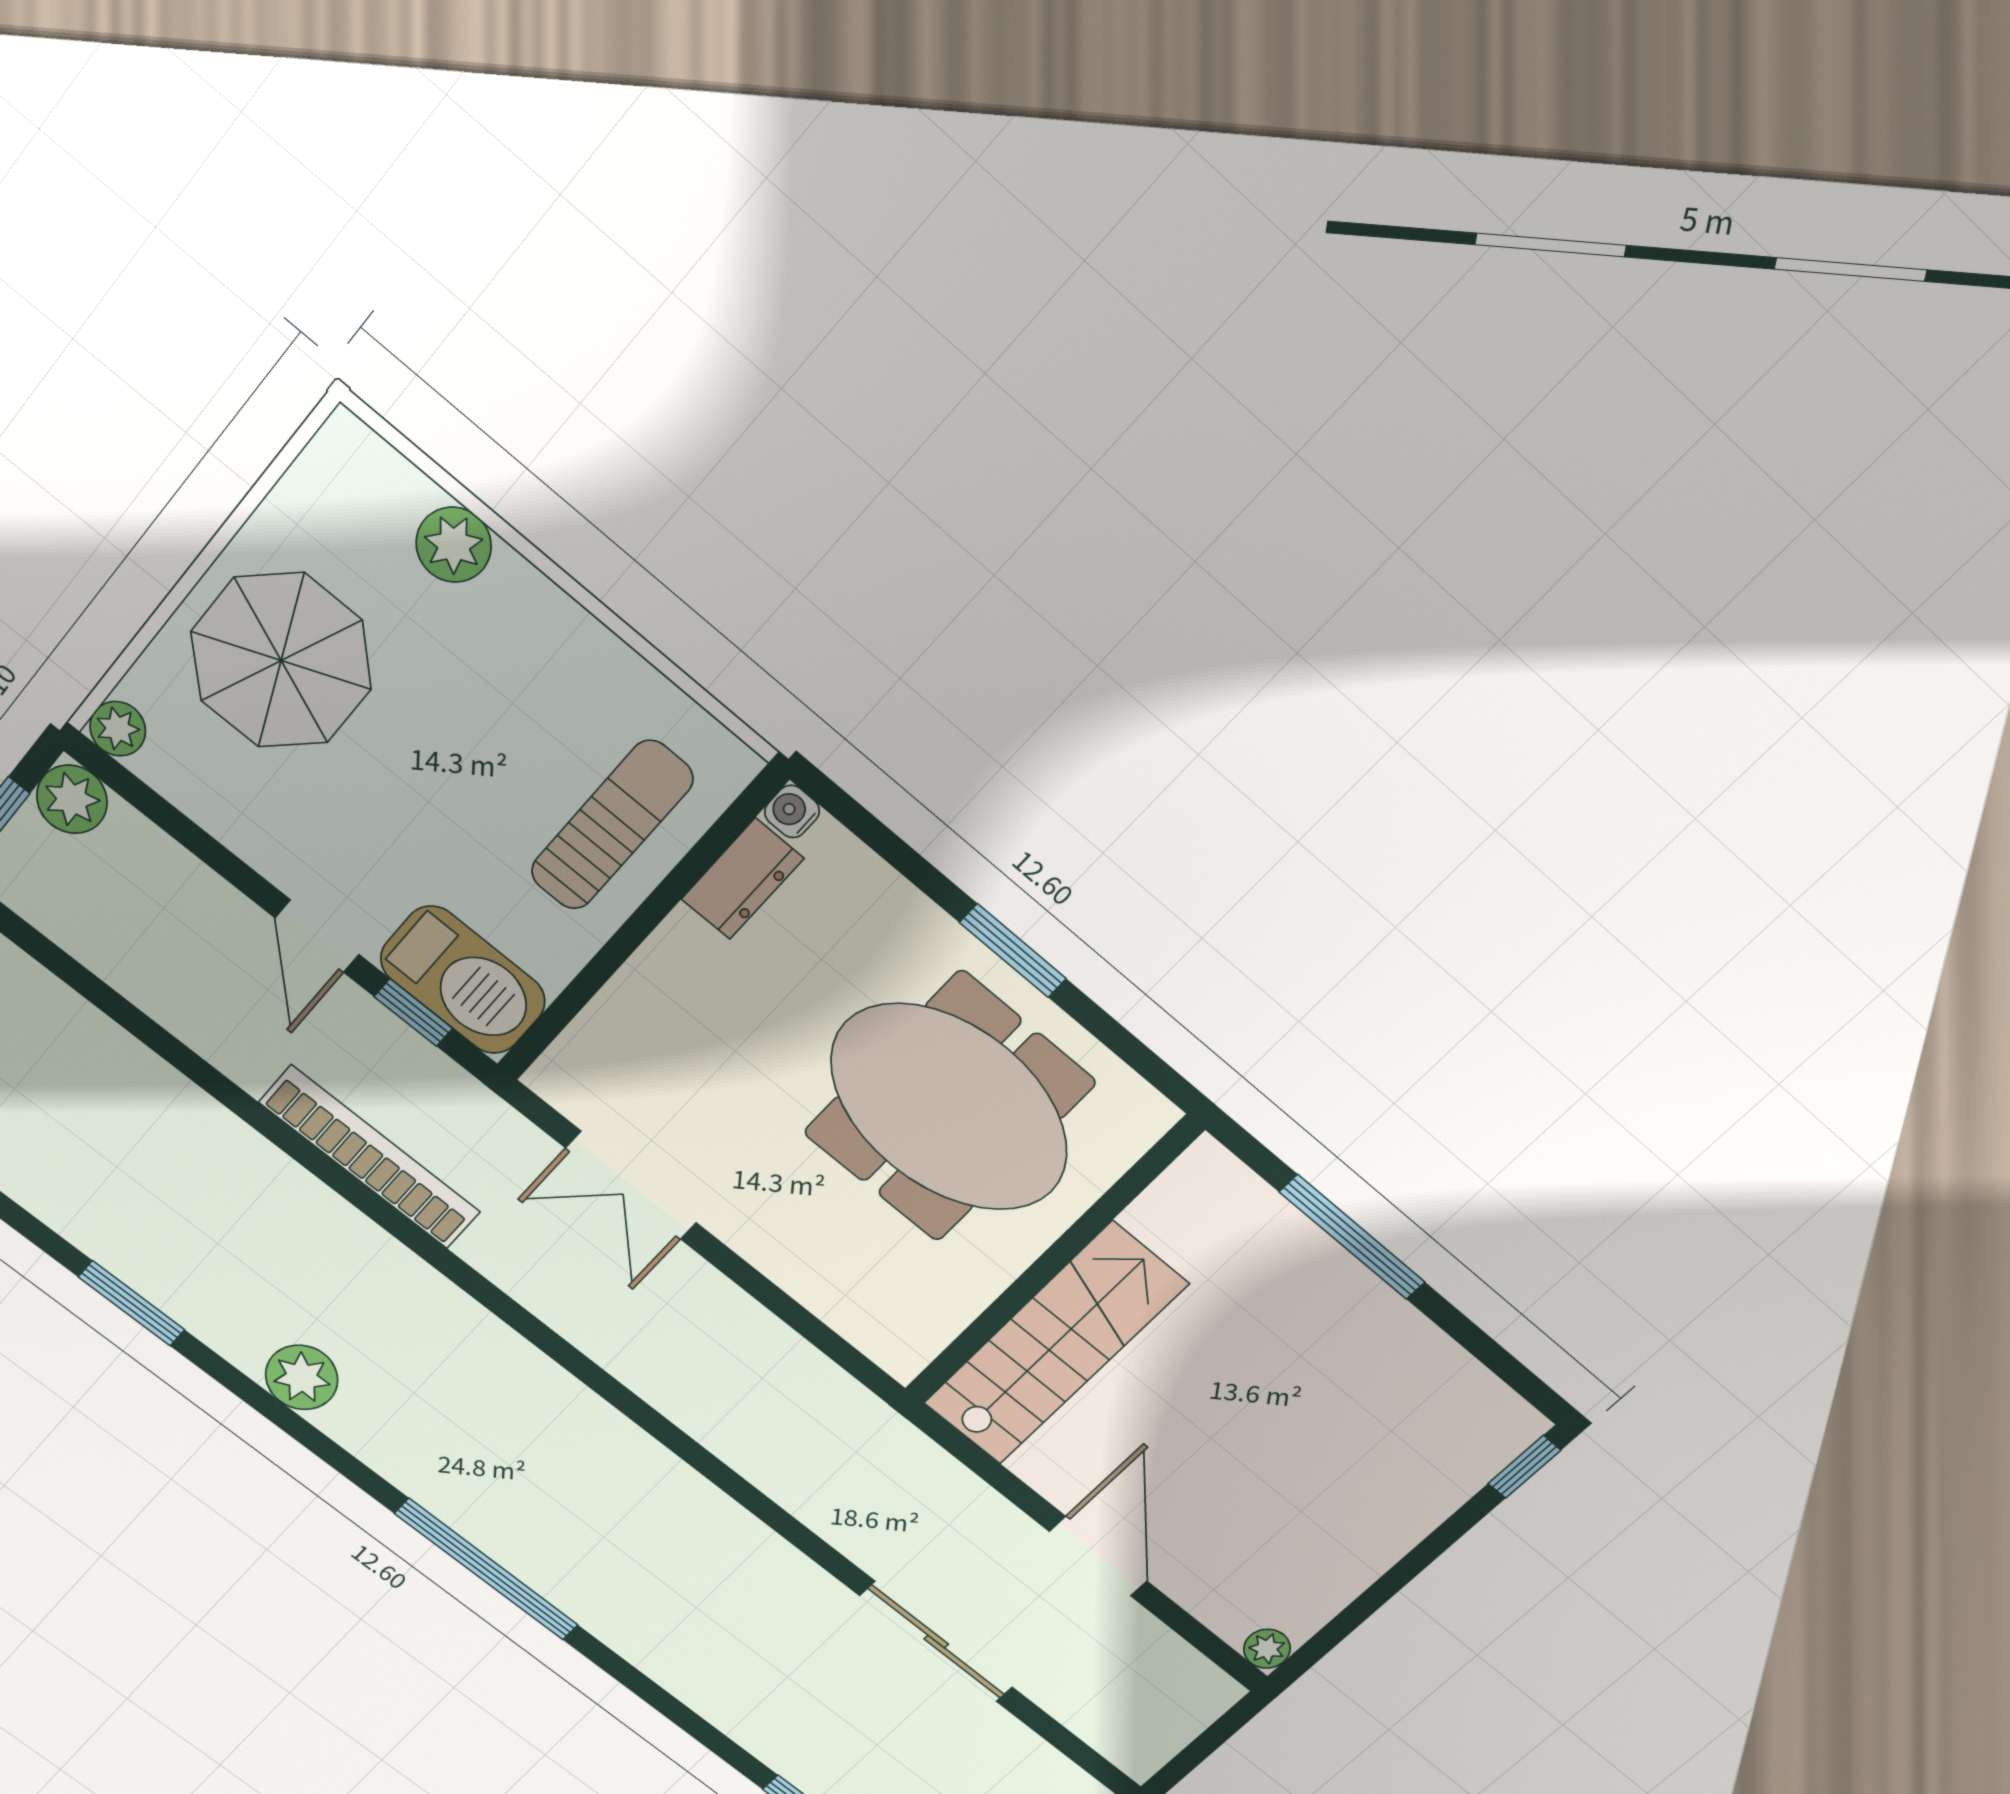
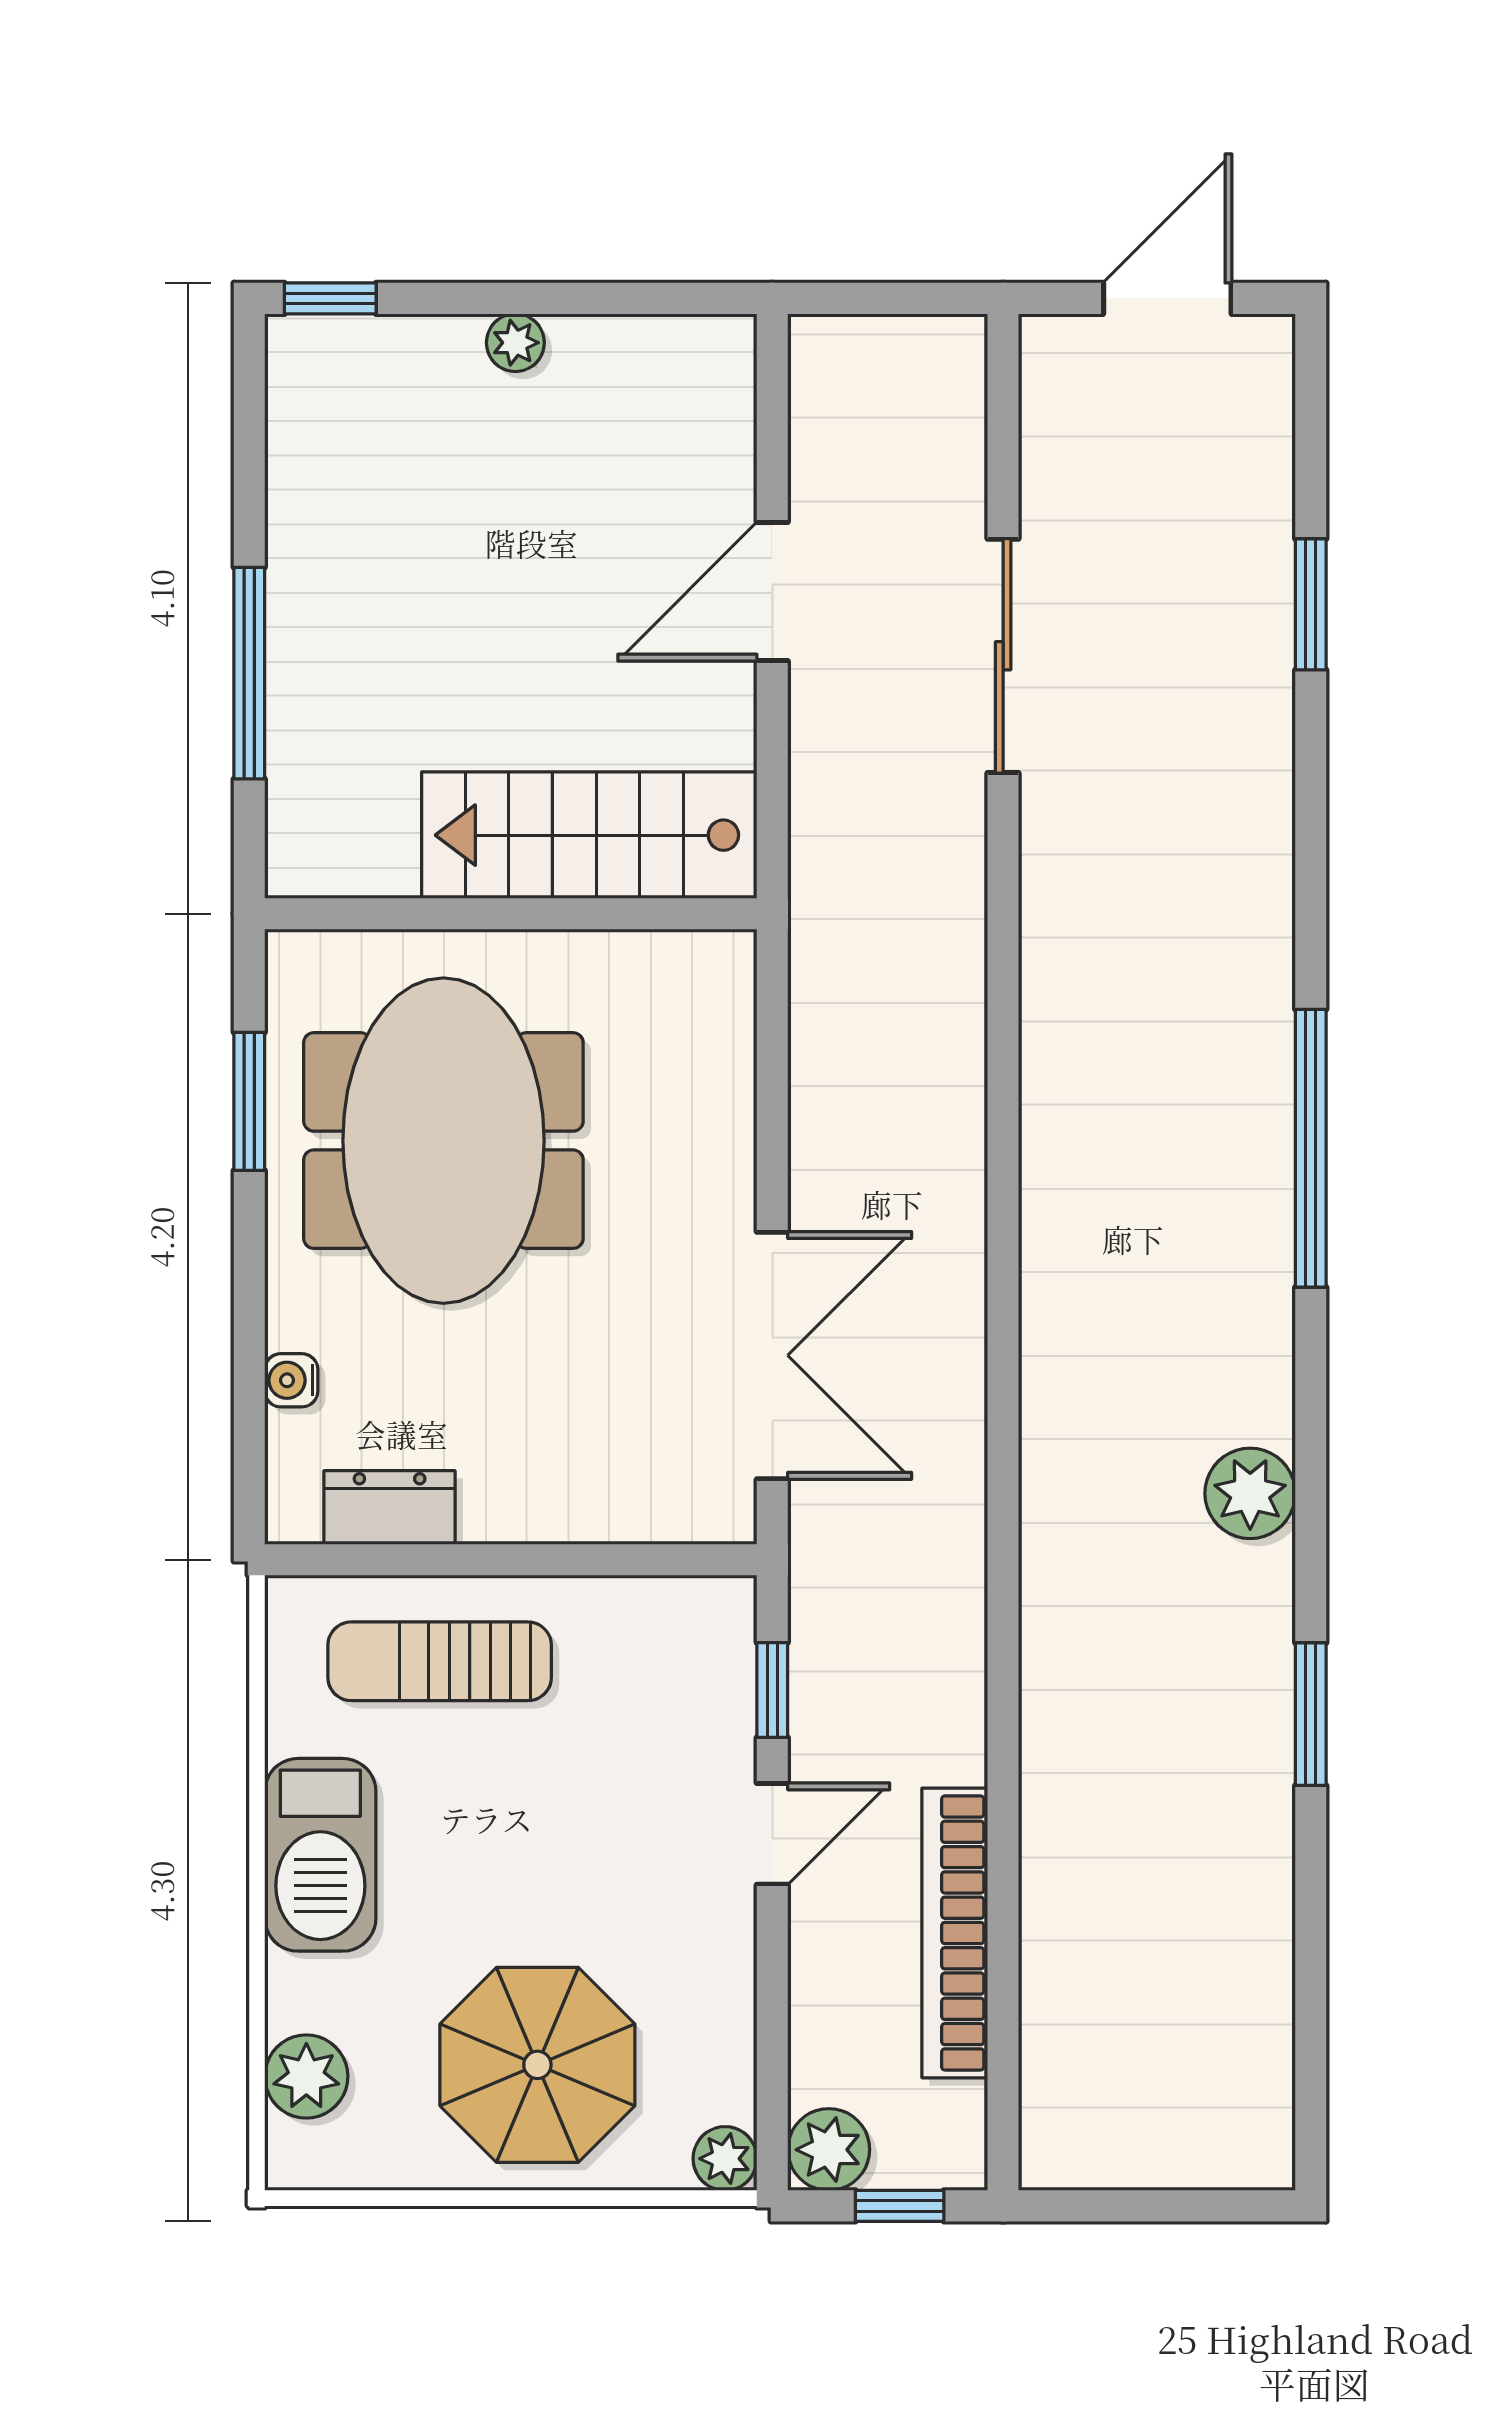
plant: (454, 545) -> (306, 2076), moved
water cooler: (792, 811) -> (291, 1380), moved, turned 90
window: (1013, 951) -> (249, 1101), moved
barbecue: (463, 980) -> (320, 1855), moved, turned 180
bookcase: (370, 1157) -> (955, 1933), moved
double door: (631, 1185) -> (772, 1355), width x1.37
plant: (1267, 1649) -> (515, 343), moved

